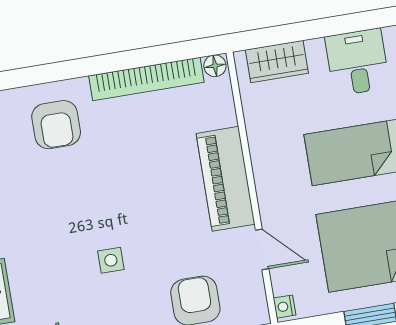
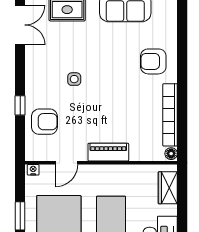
piano: (225, 179) -> (108, 152), width x0.73, depth x0.75

